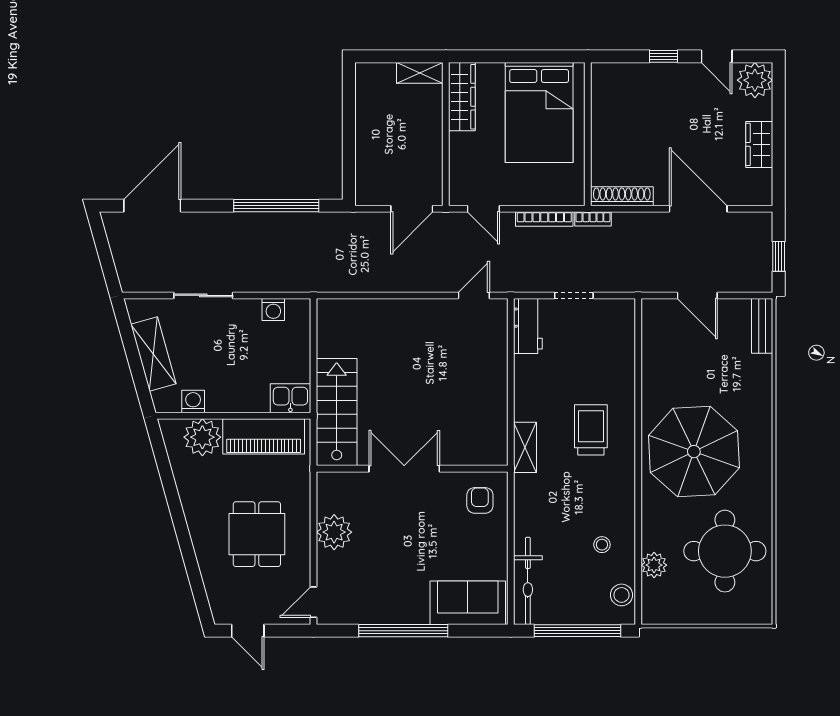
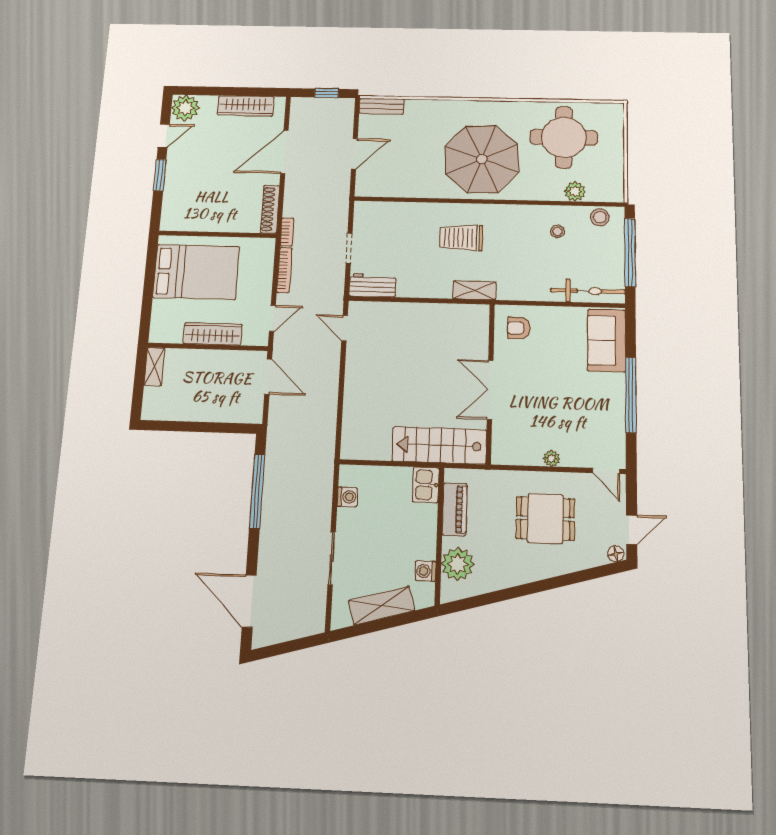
window: (663, 56) -> (160, 175), width x1.50
wardrobe: (462, 97) -> (213, 334), moved
wardrobe: (759, 144) -> (246, 106), width x1.50
piano: (264, 436) -> (455, 509), width x0.73, depth x0.75
plant: (334, 532) -> (551, 458), width x0.53, depth x0.53
floor lamp: (220, 613) -> (616, 554), added

